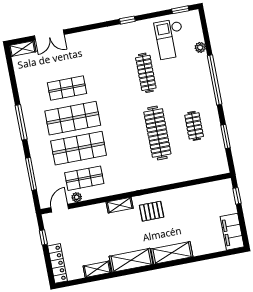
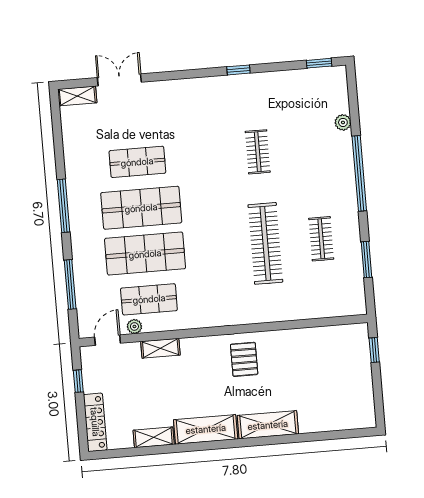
double door: (49, 35) -> (119, 80), swing flipped
checkout: (170, 39) -> (300, 105), removed
clothes rail: (146, 73) -> (258, 152), width x0.73
shelving: (120, 205) -> (160, 348), moved
pallet: (152, 211) -> (244, 359), turned 90
filing cabinet: (232, 232) -> (361, 403), removed

